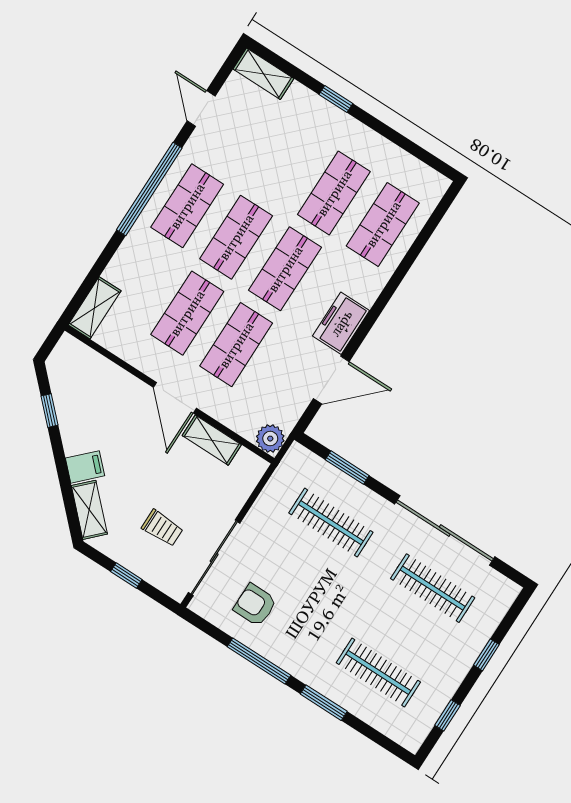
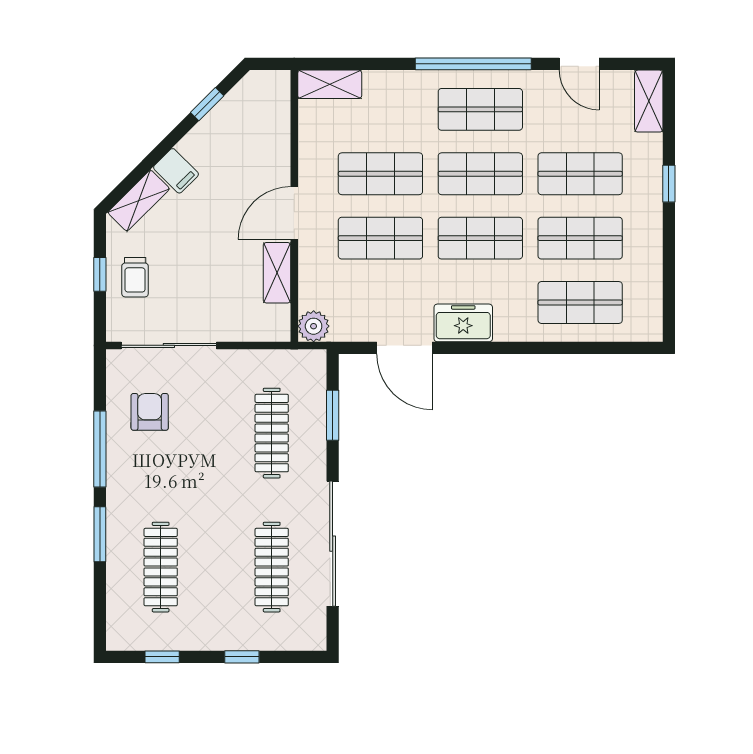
door: (201, 108) -> (579, 64), swing flipped
shop shelf: (285, 161) -> (580, 174), added
trolley: (162, 528) -> (135, 277), moved

